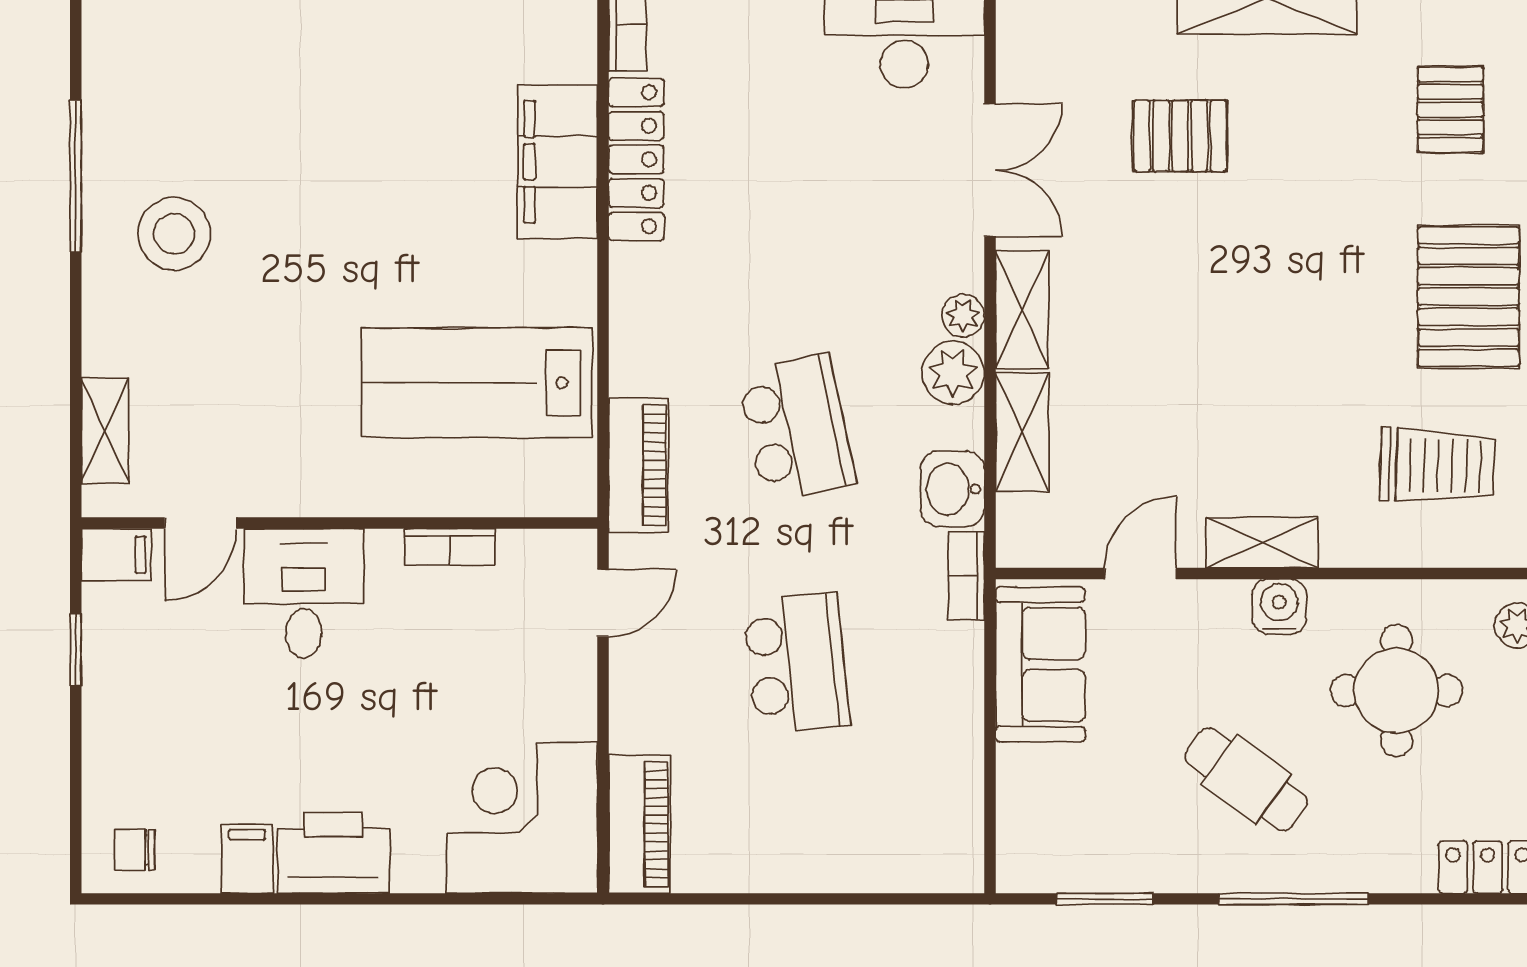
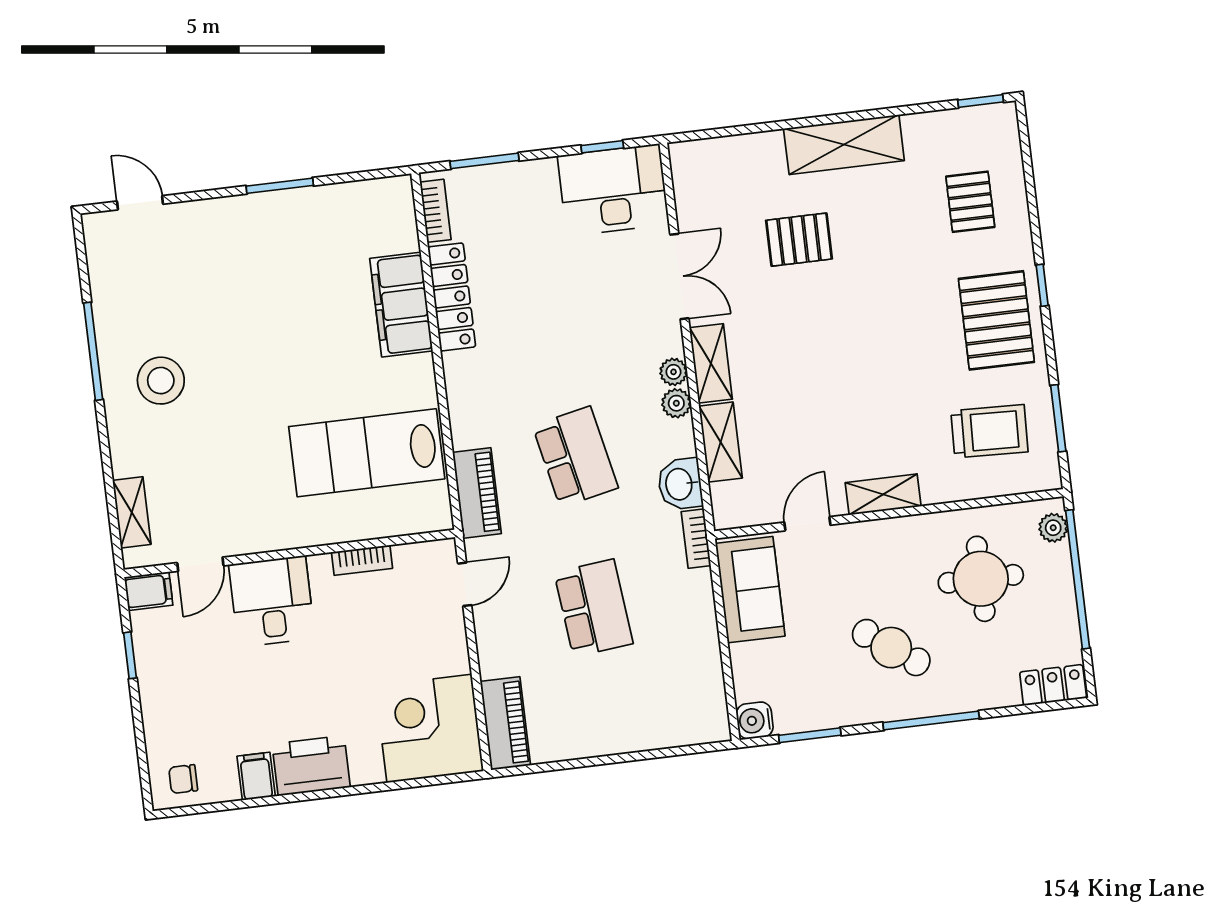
plant: (953, 373) -> (676, 403), width x0.73, depth x0.73
water cooler: (1279, 606) -> (755, 720), moved, turned -90

